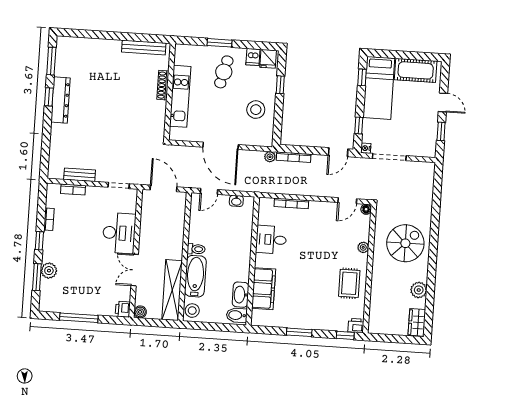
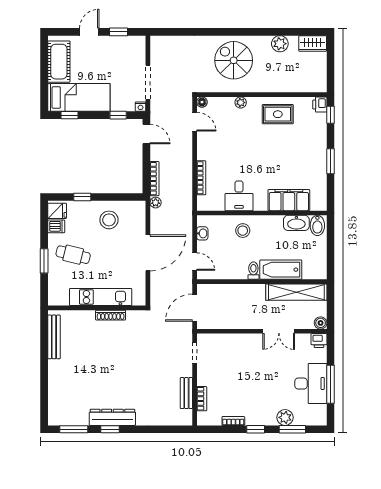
shoe rack: (163, 85) -> (111, 315), moved
desk: (119, 233) -> (311, 384), moved, turned 90
stool: (192, 311) -> (243, 231), moved

